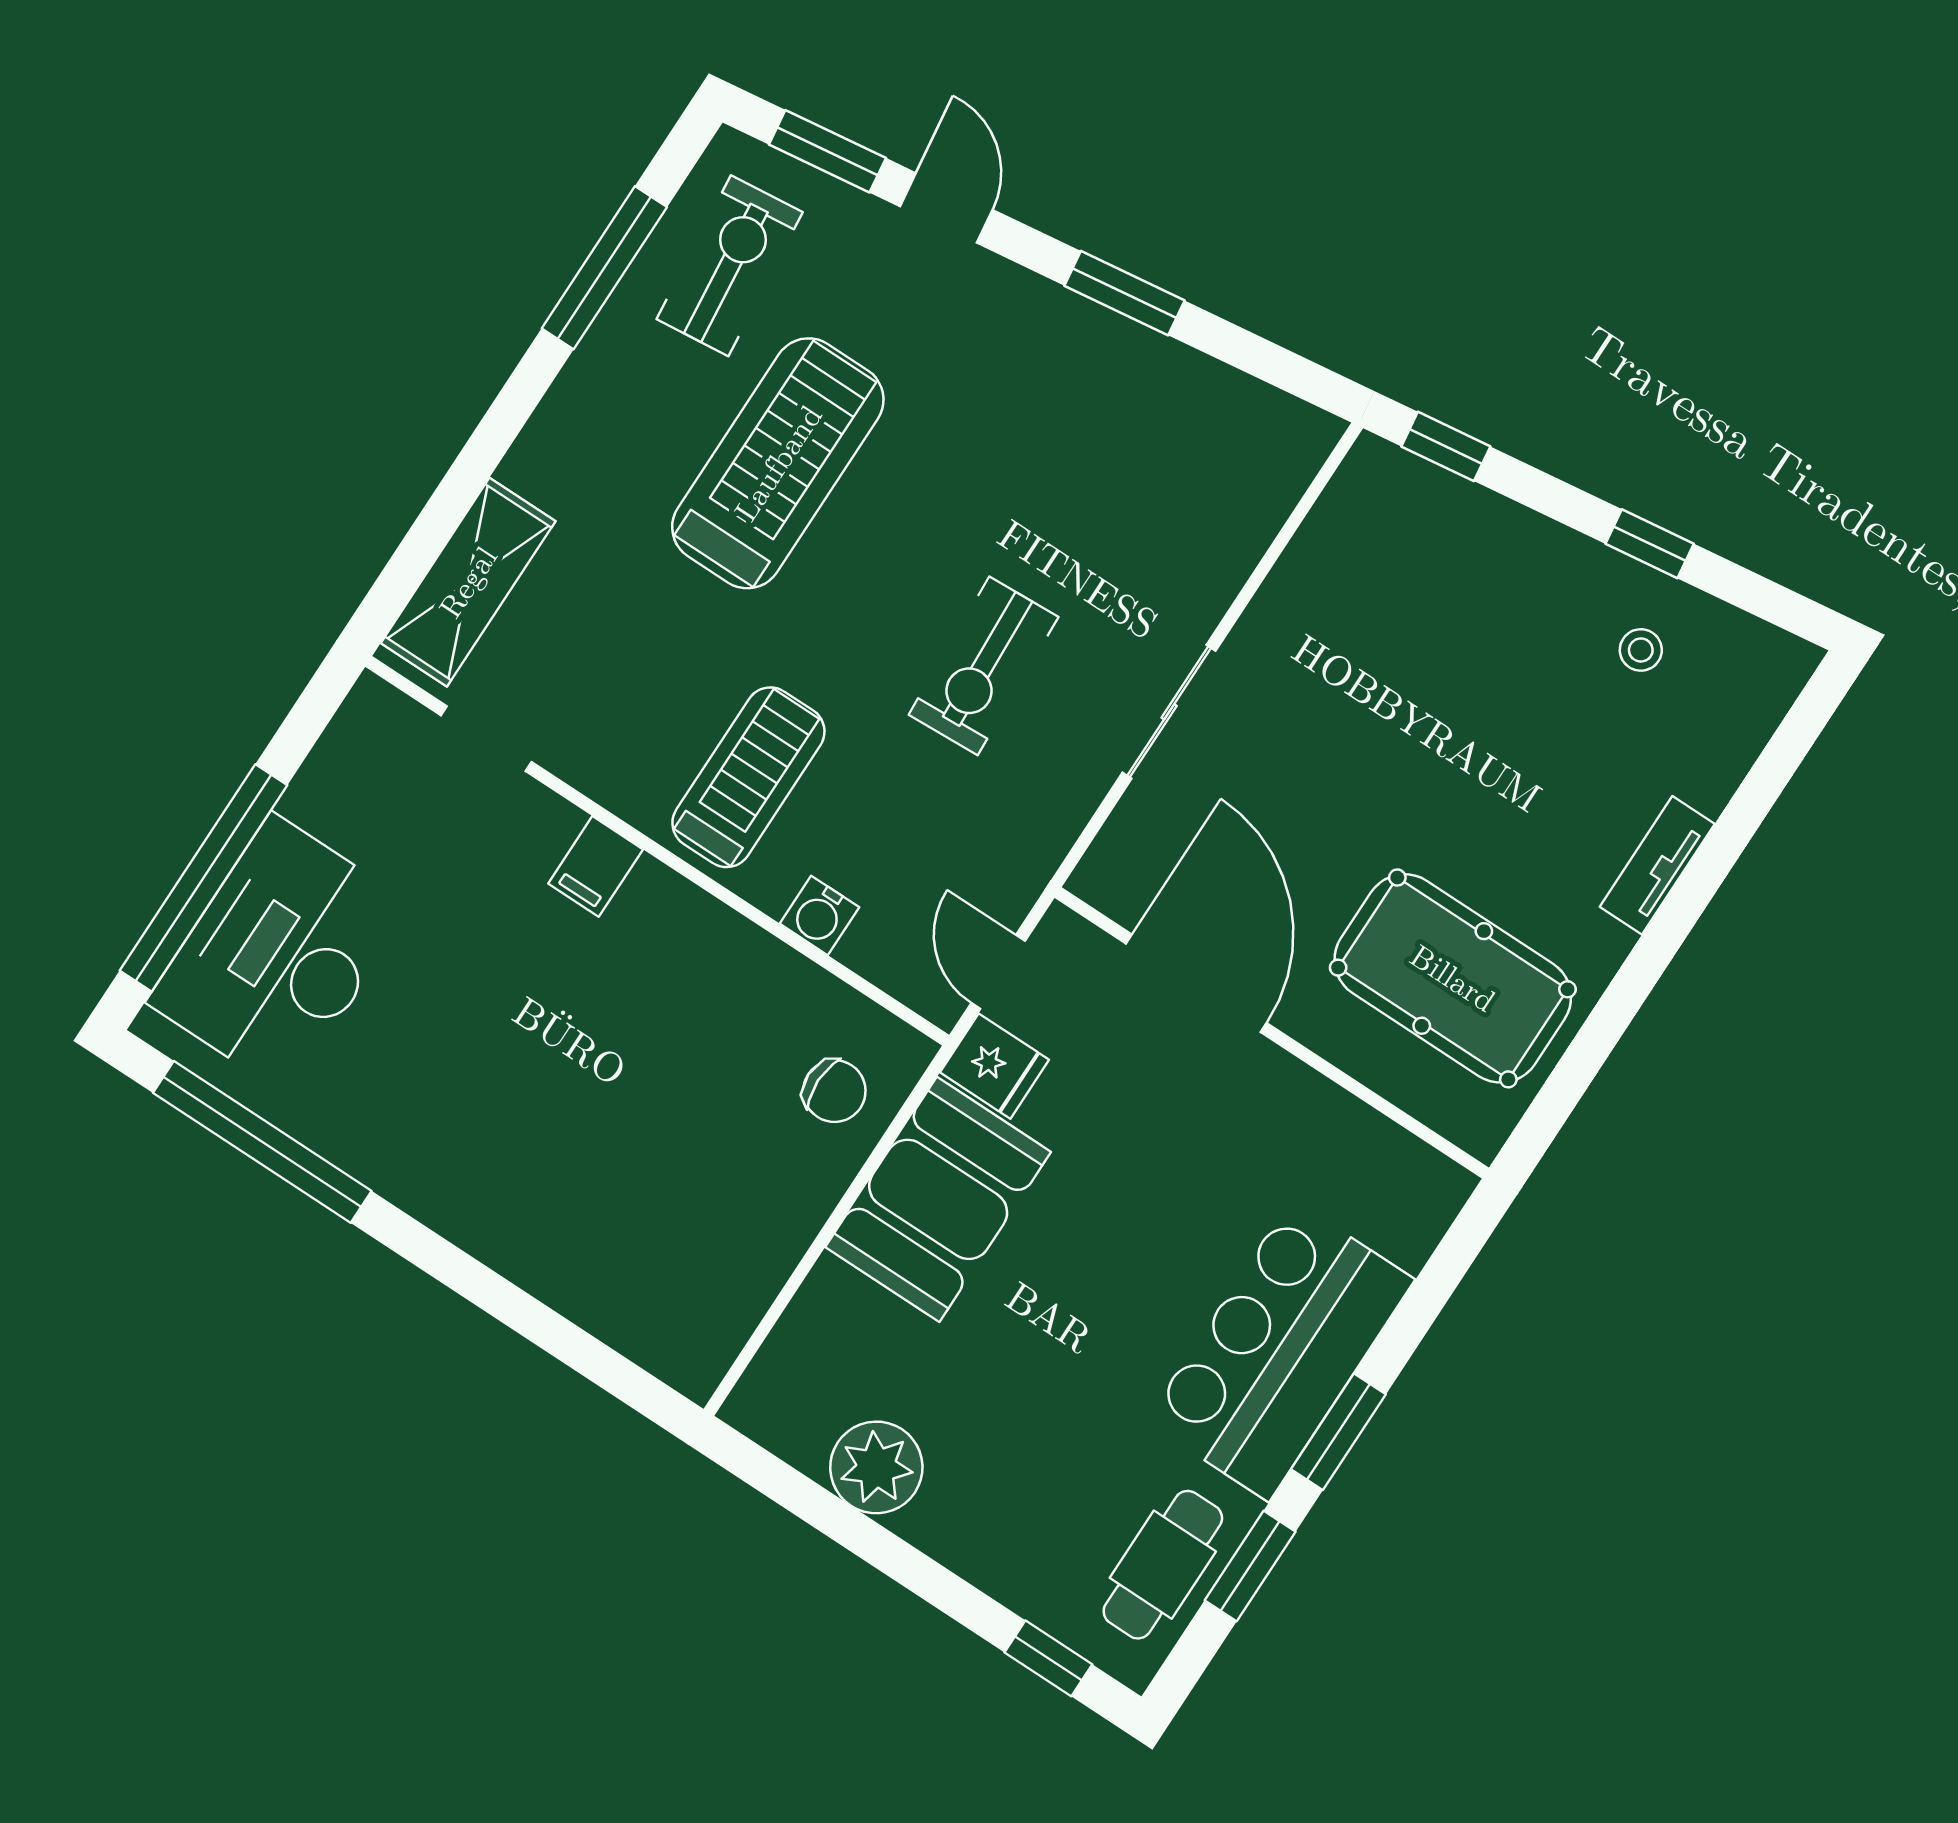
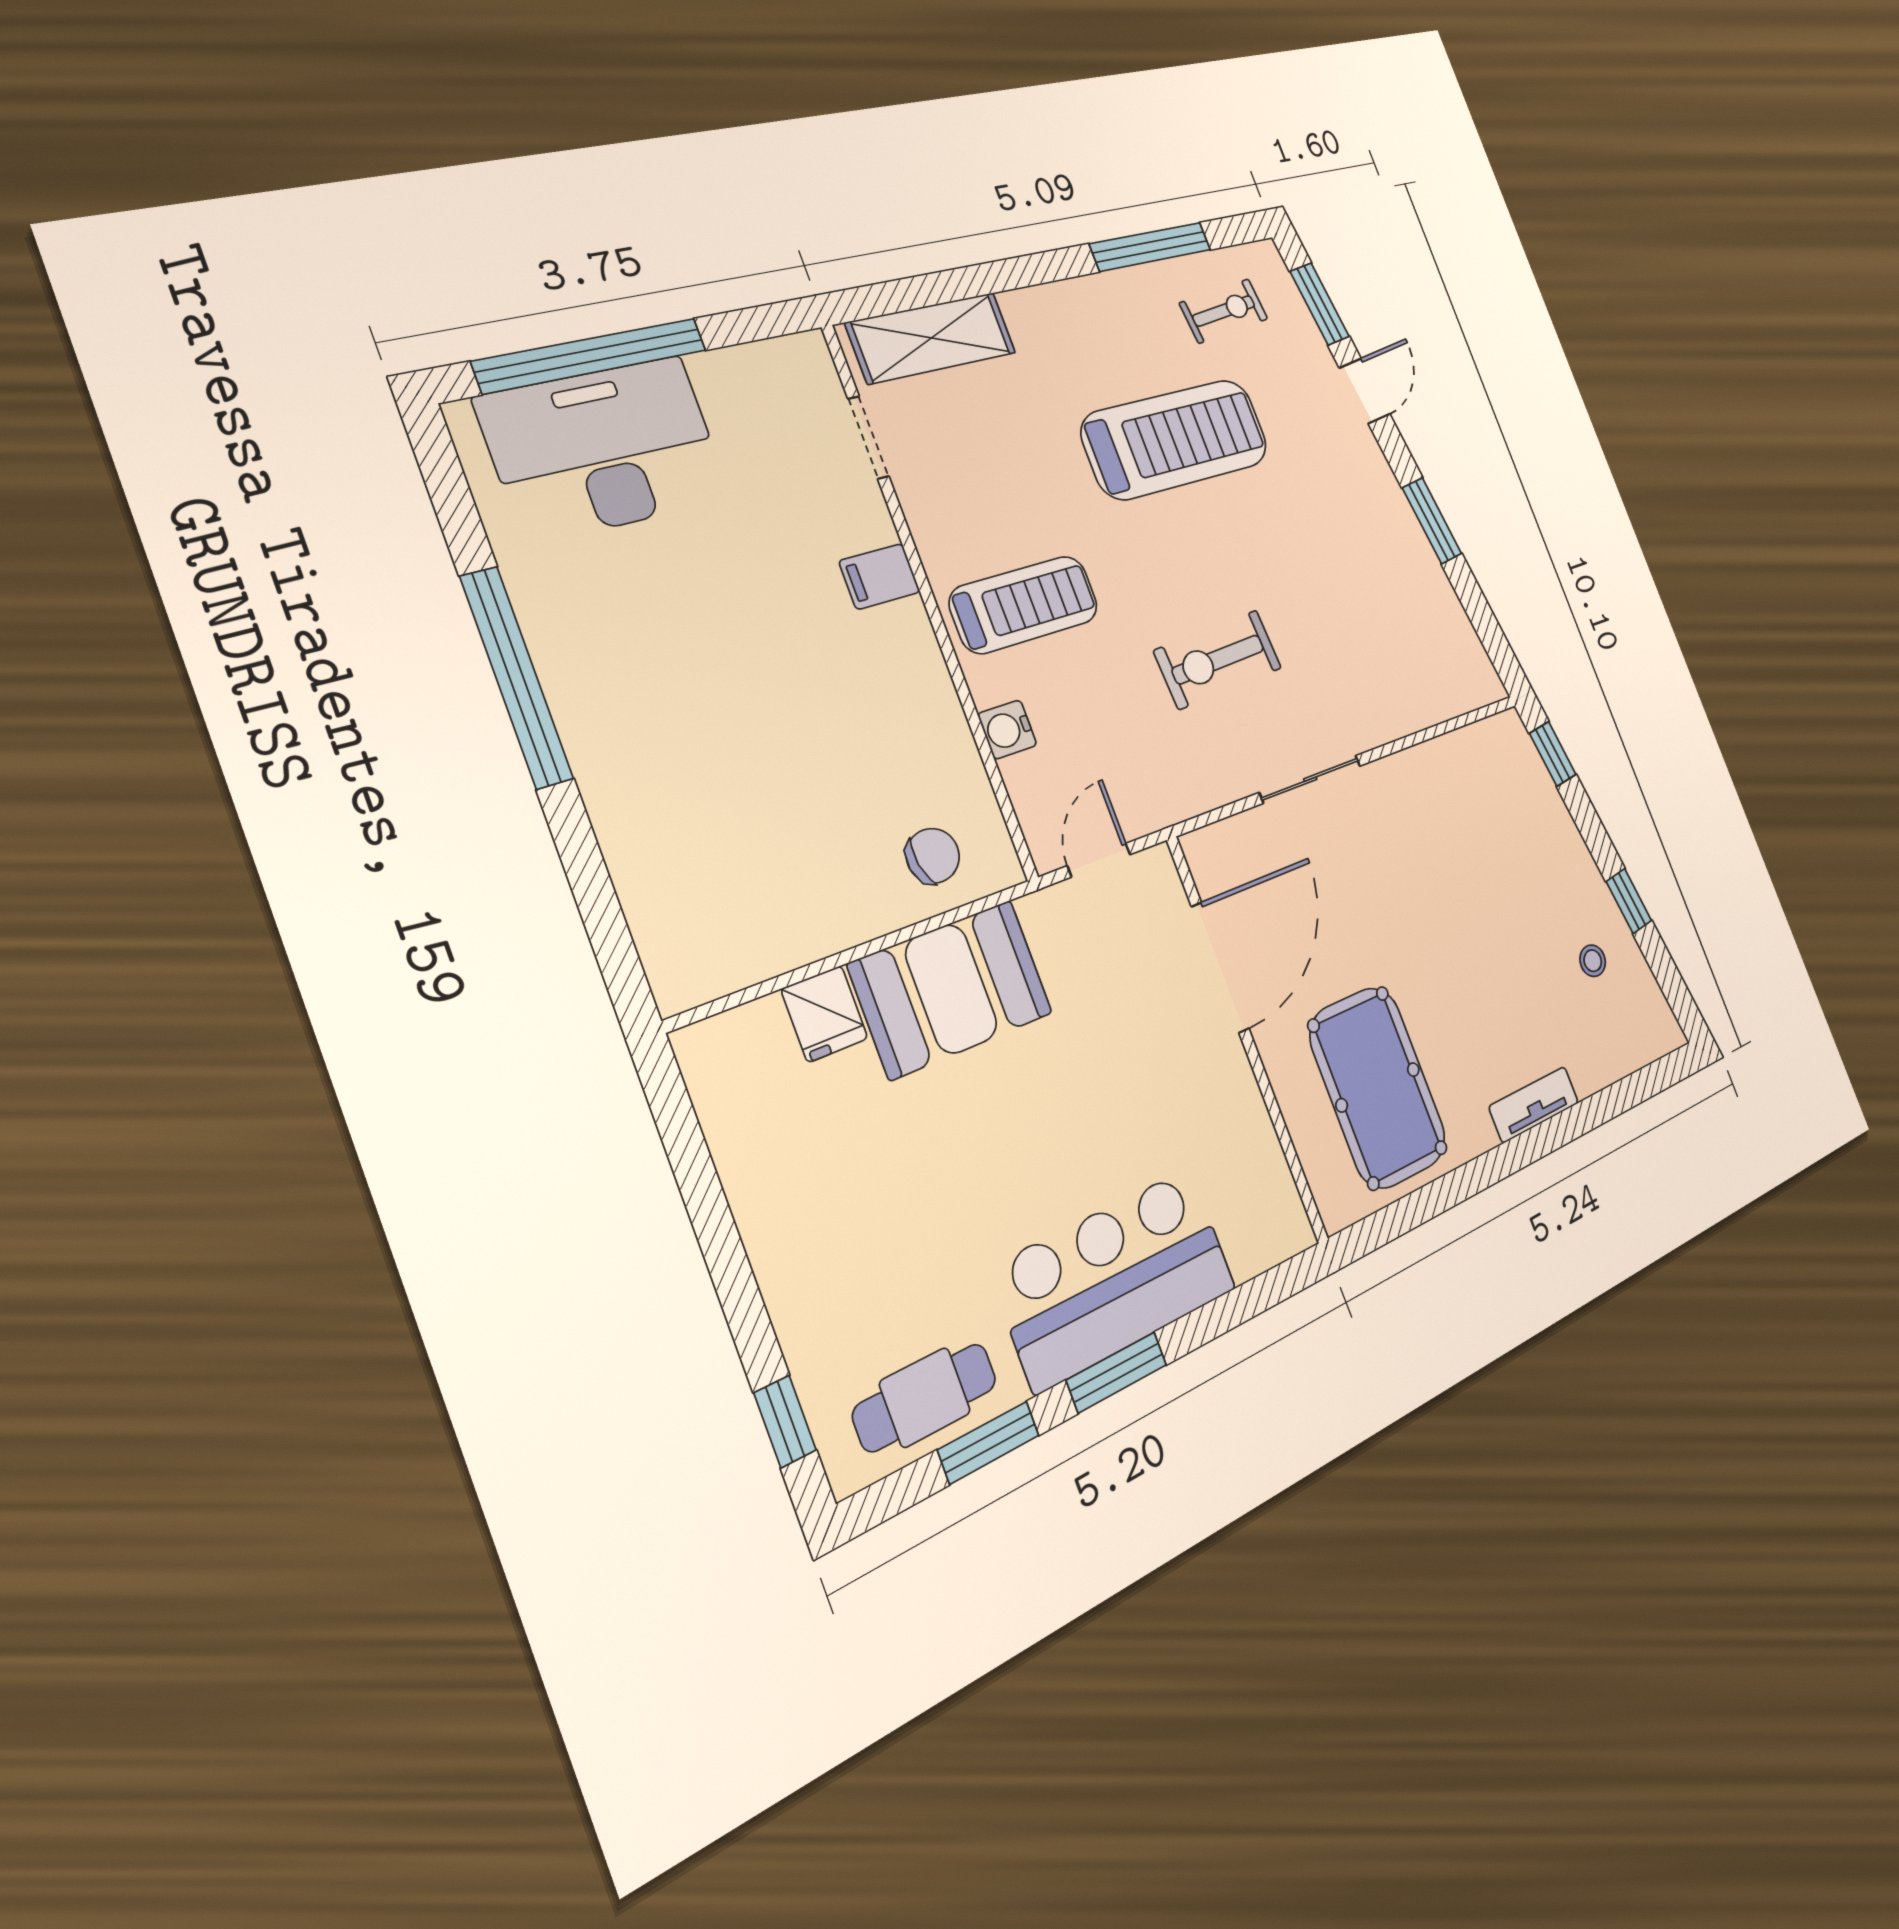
exercise bike: (730, 266) -> (1224, 311), width x0.73, depth x0.72
fridge: (994, 1066) -> (824, 1014), moved
chair: (834, 1091) -> (933, 856), turned -100
window: (262, 1142) -> (516, 677), moved
plant: (876, 1467) -> (762, 1165), removed

